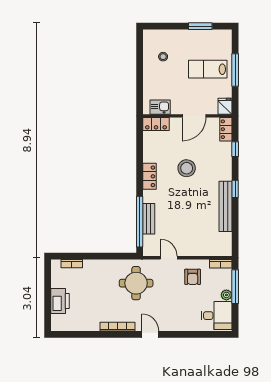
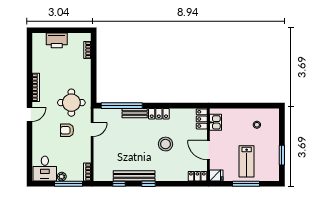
lab bench: (208, 69) -> (247, 161), turned 180
window: (235, 149) -> (119, 184), moved
bench: (149, 219) -> (135, 113), moved
armchair: (193, 277) -> (67, 130), moved

